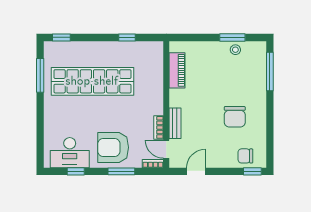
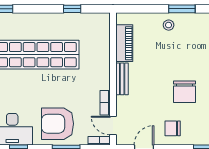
stool: (235, 50) -> (169, 25), moved
bench: (175, 123) -> (122, 79), moved
chair: (245, 156) -> (173, 128), moved

